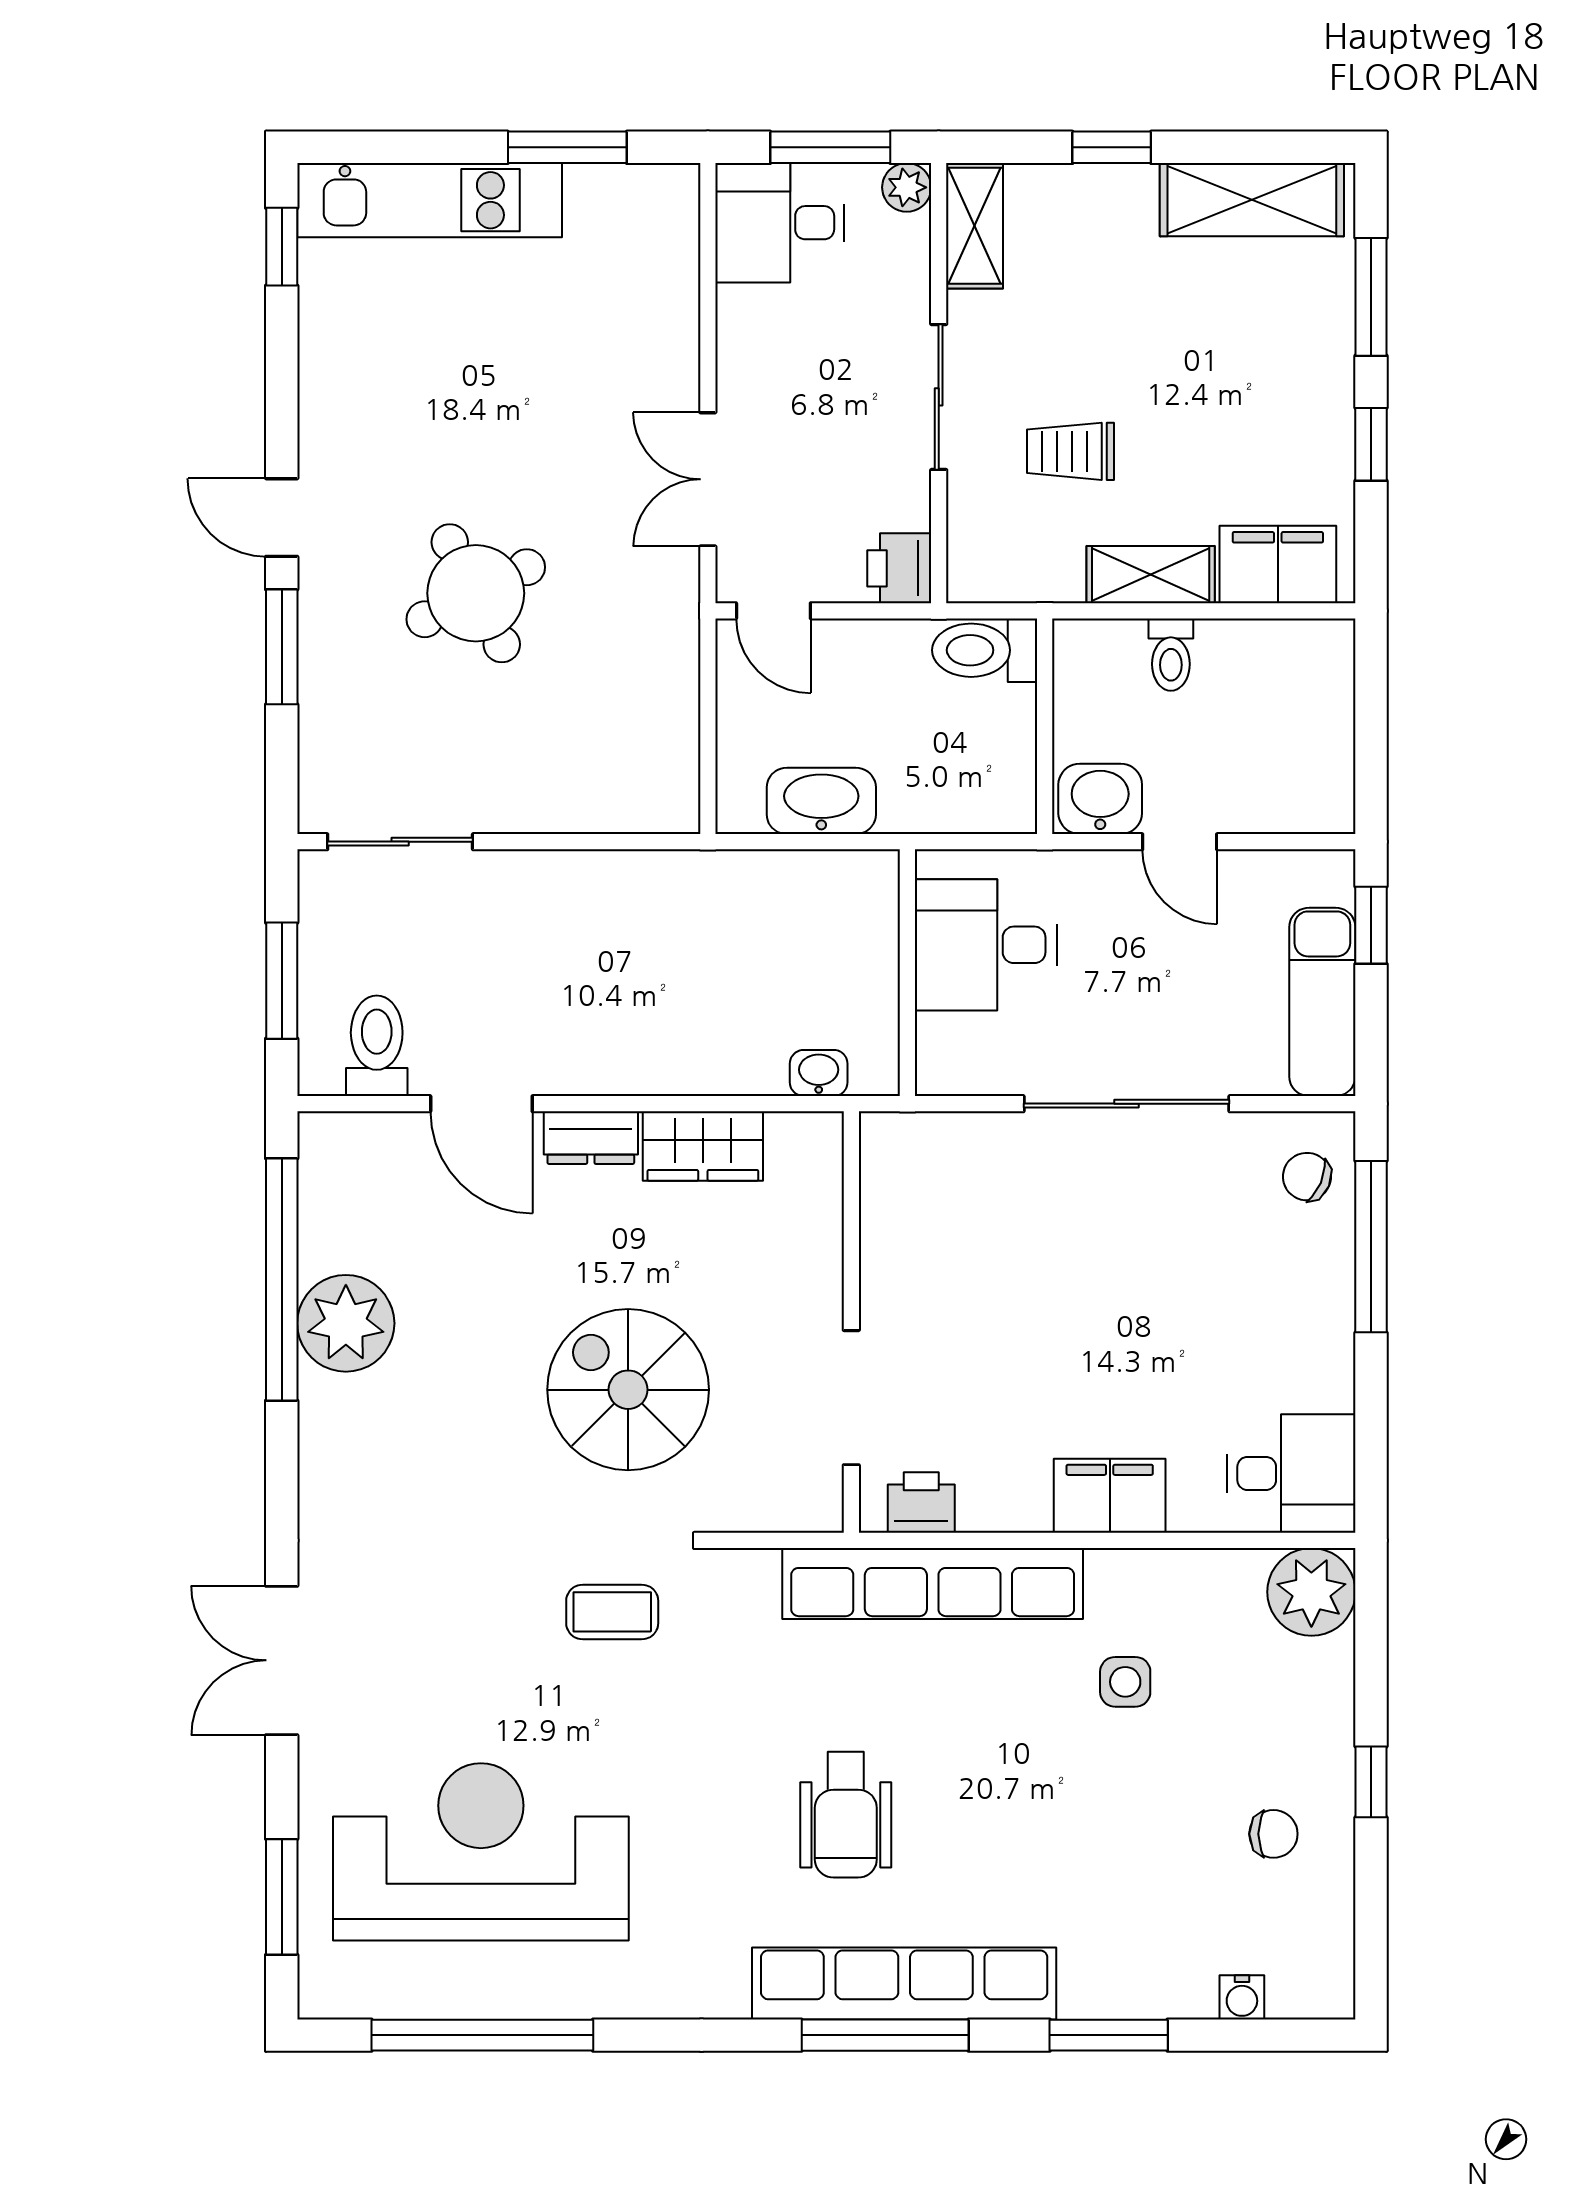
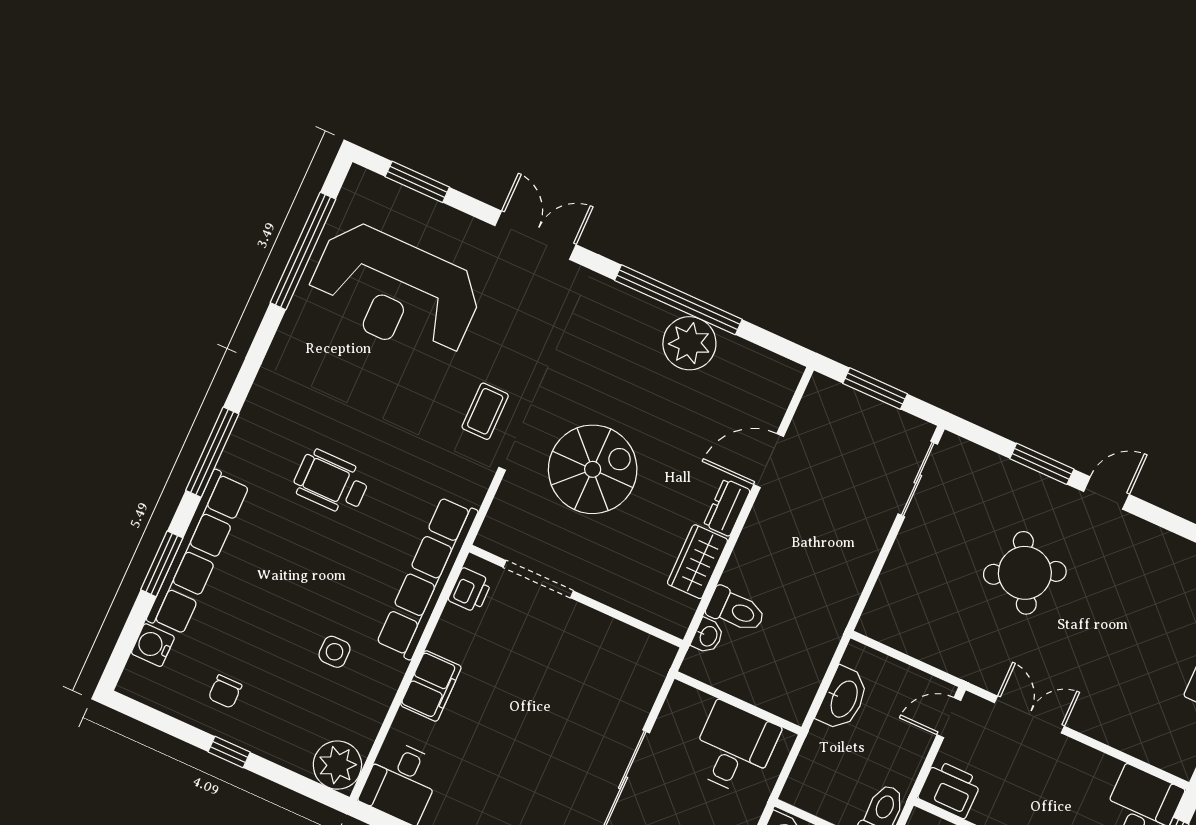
printer: (899, 568) -> (950, 789), width x1.36, depth x1.24
toilet: (377, 1046) -> (736, 610), moved
window: (282, 1280) -> (678, 300), moved
reception desk: (481, 1852) -> (395, 292), turned 90
row of seats: (904, 1984) -> (198, 552), moved
water cooler: (1242, 1997) -> (153, 645), width x1.38, depth x1.38

